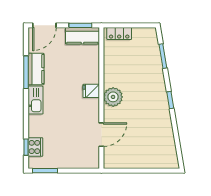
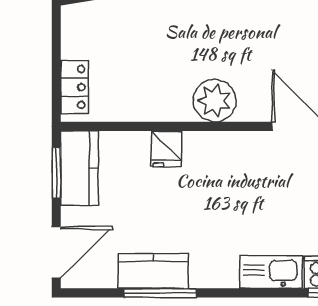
door: (44, 25) -> (56, 252), hinge flipped
fridge: (91, 91) -> (166, 149), moved
kitchen sink: (35, 100) -> (271, 272), moved

